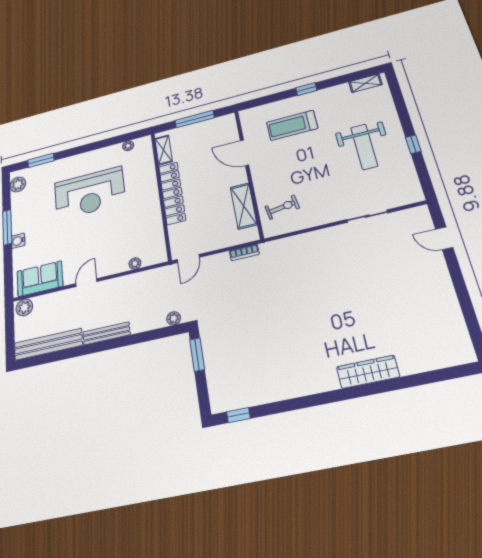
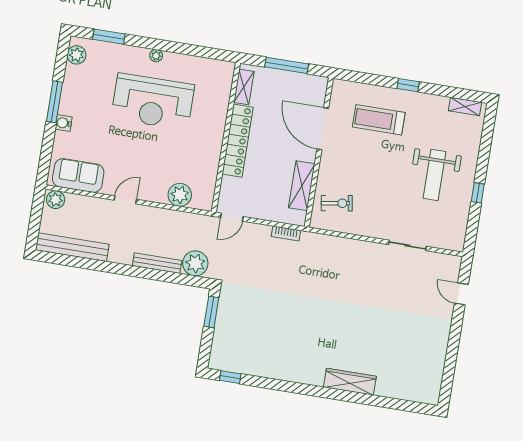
plant: (128, 146) -> (156, 56), moved
door: (245, 153) -> (323, 129), width x1.36
plant: (135, 263) -> (180, 195), width x1.87, depth x1.87
plant: (174, 318) -> (195, 263), width x1.87, depth x1.87
bench: (106, 333) -> (157, 263), moved

